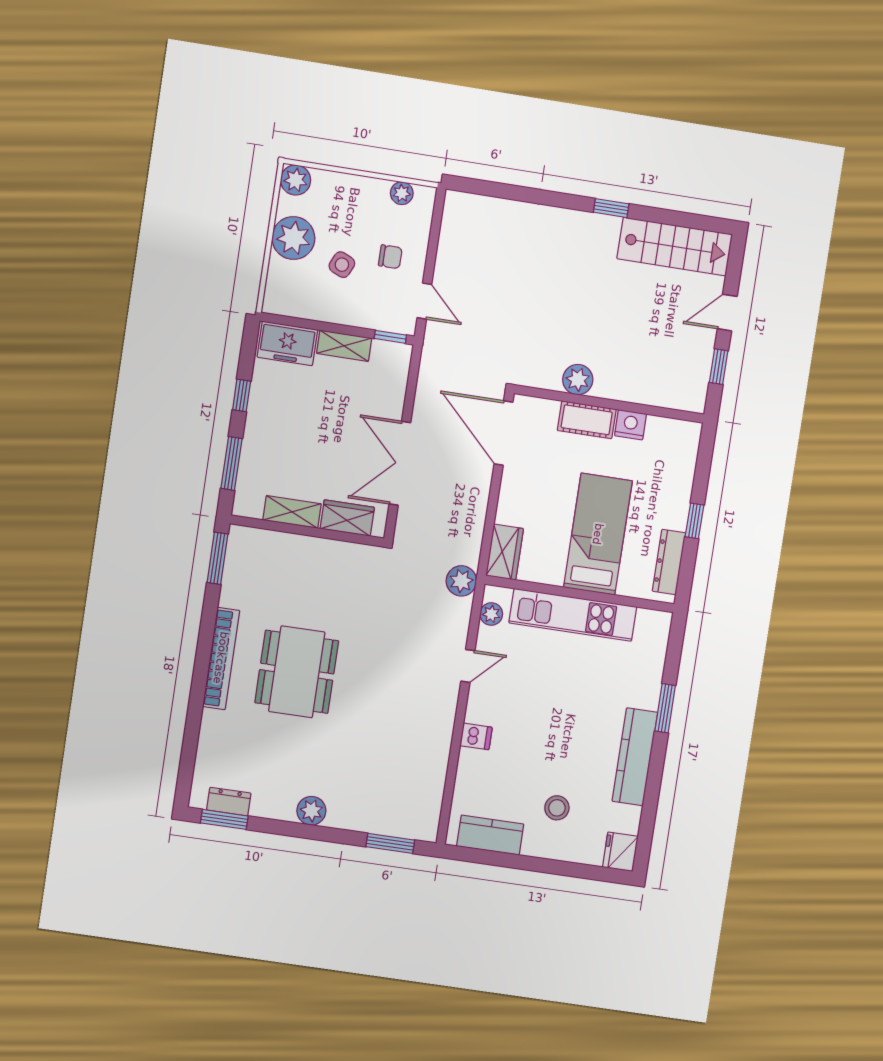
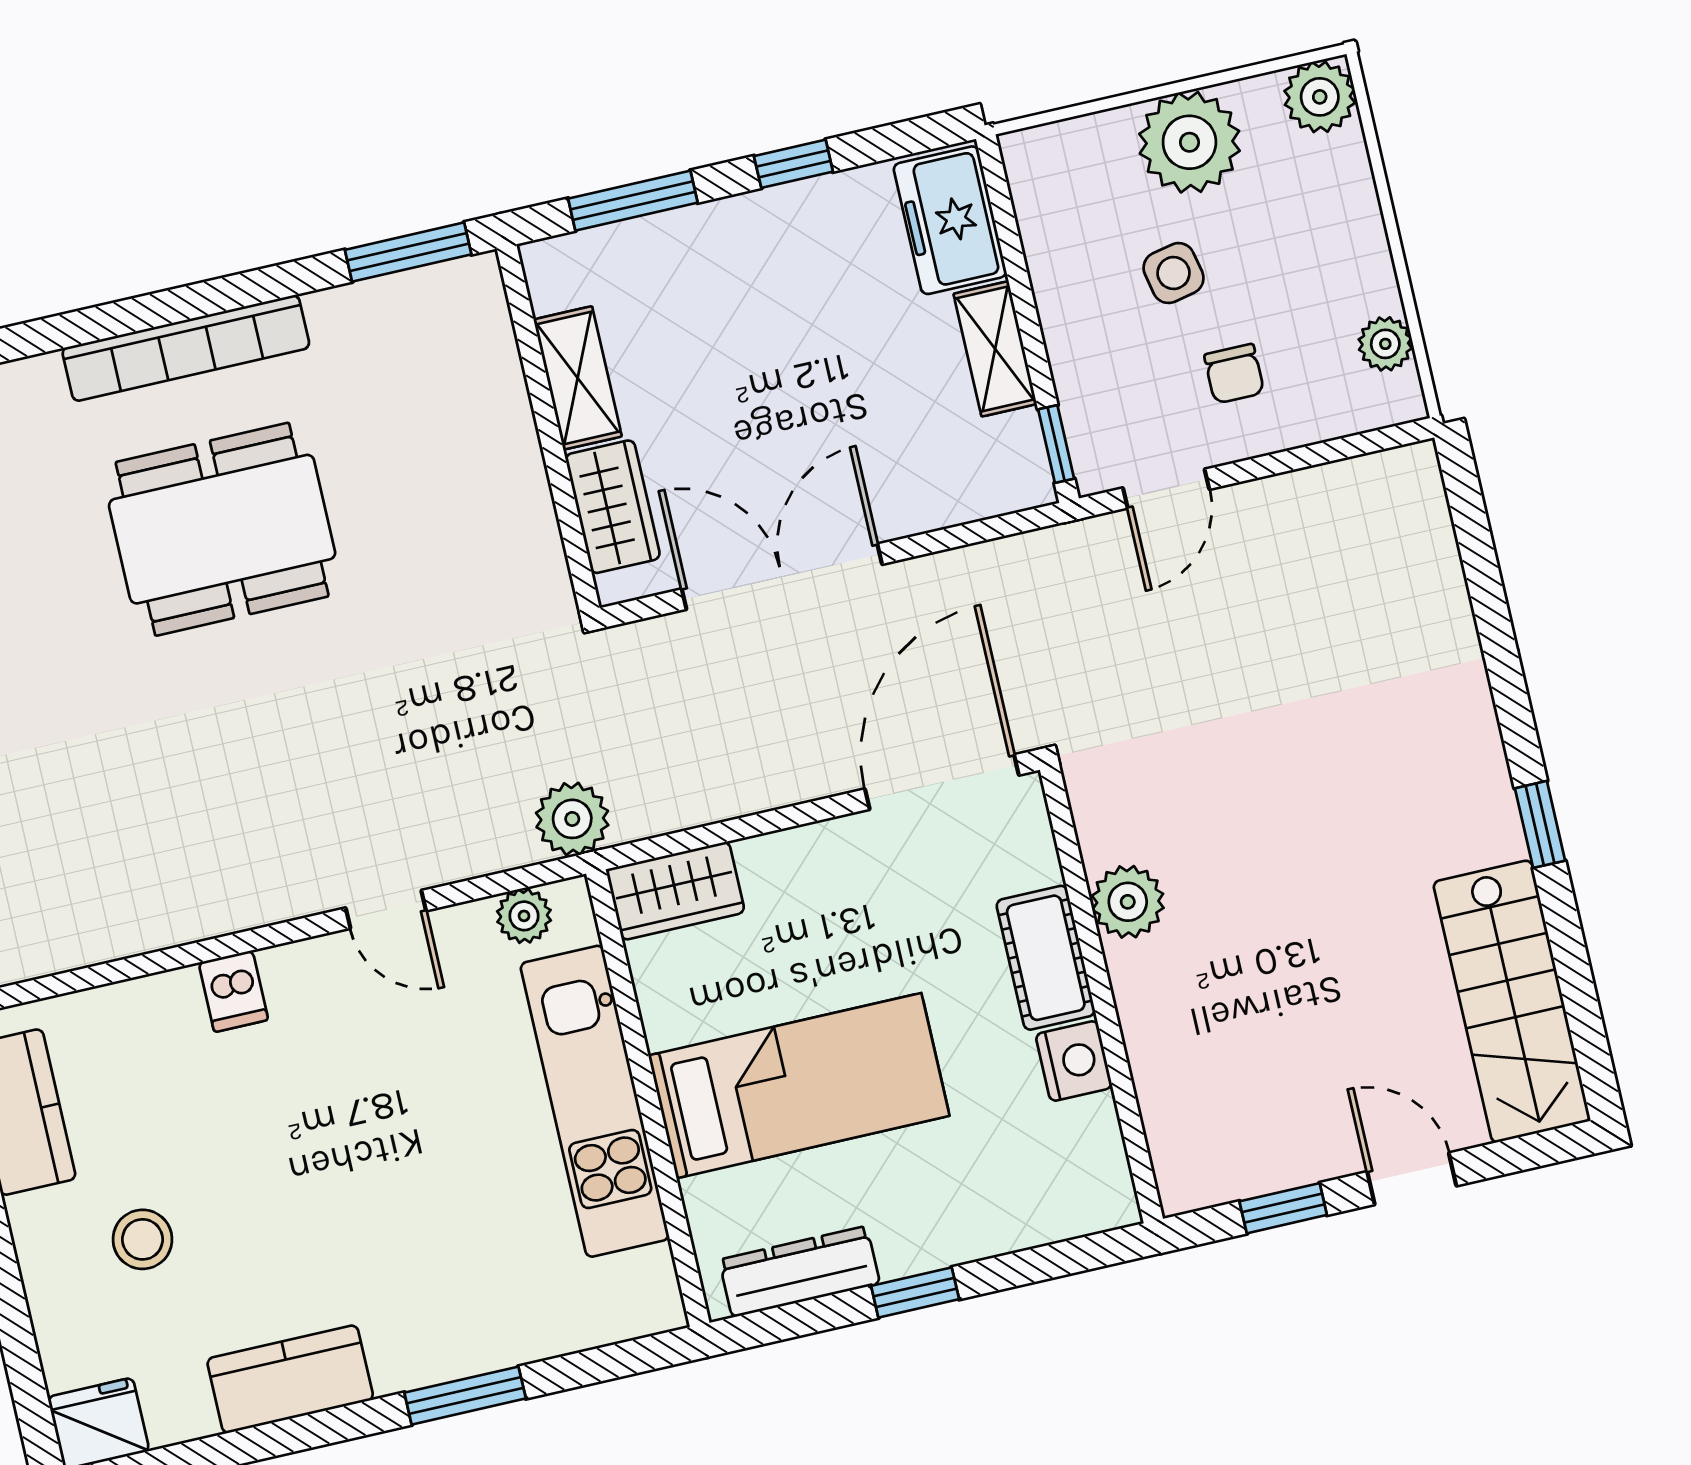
side table: (342, 265) -> (1174, 273), turned -36
kitchen counter: (635, 757) -> (290, 1379), width x0.67

